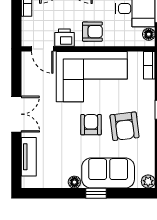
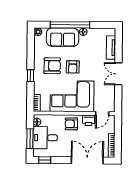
door: (42, 49) -> (102, 114), swing flipped
armchair: (125, 126) -> (52, 66), turned 97
window: (96, 193) -> (70, 25), width x3.17

